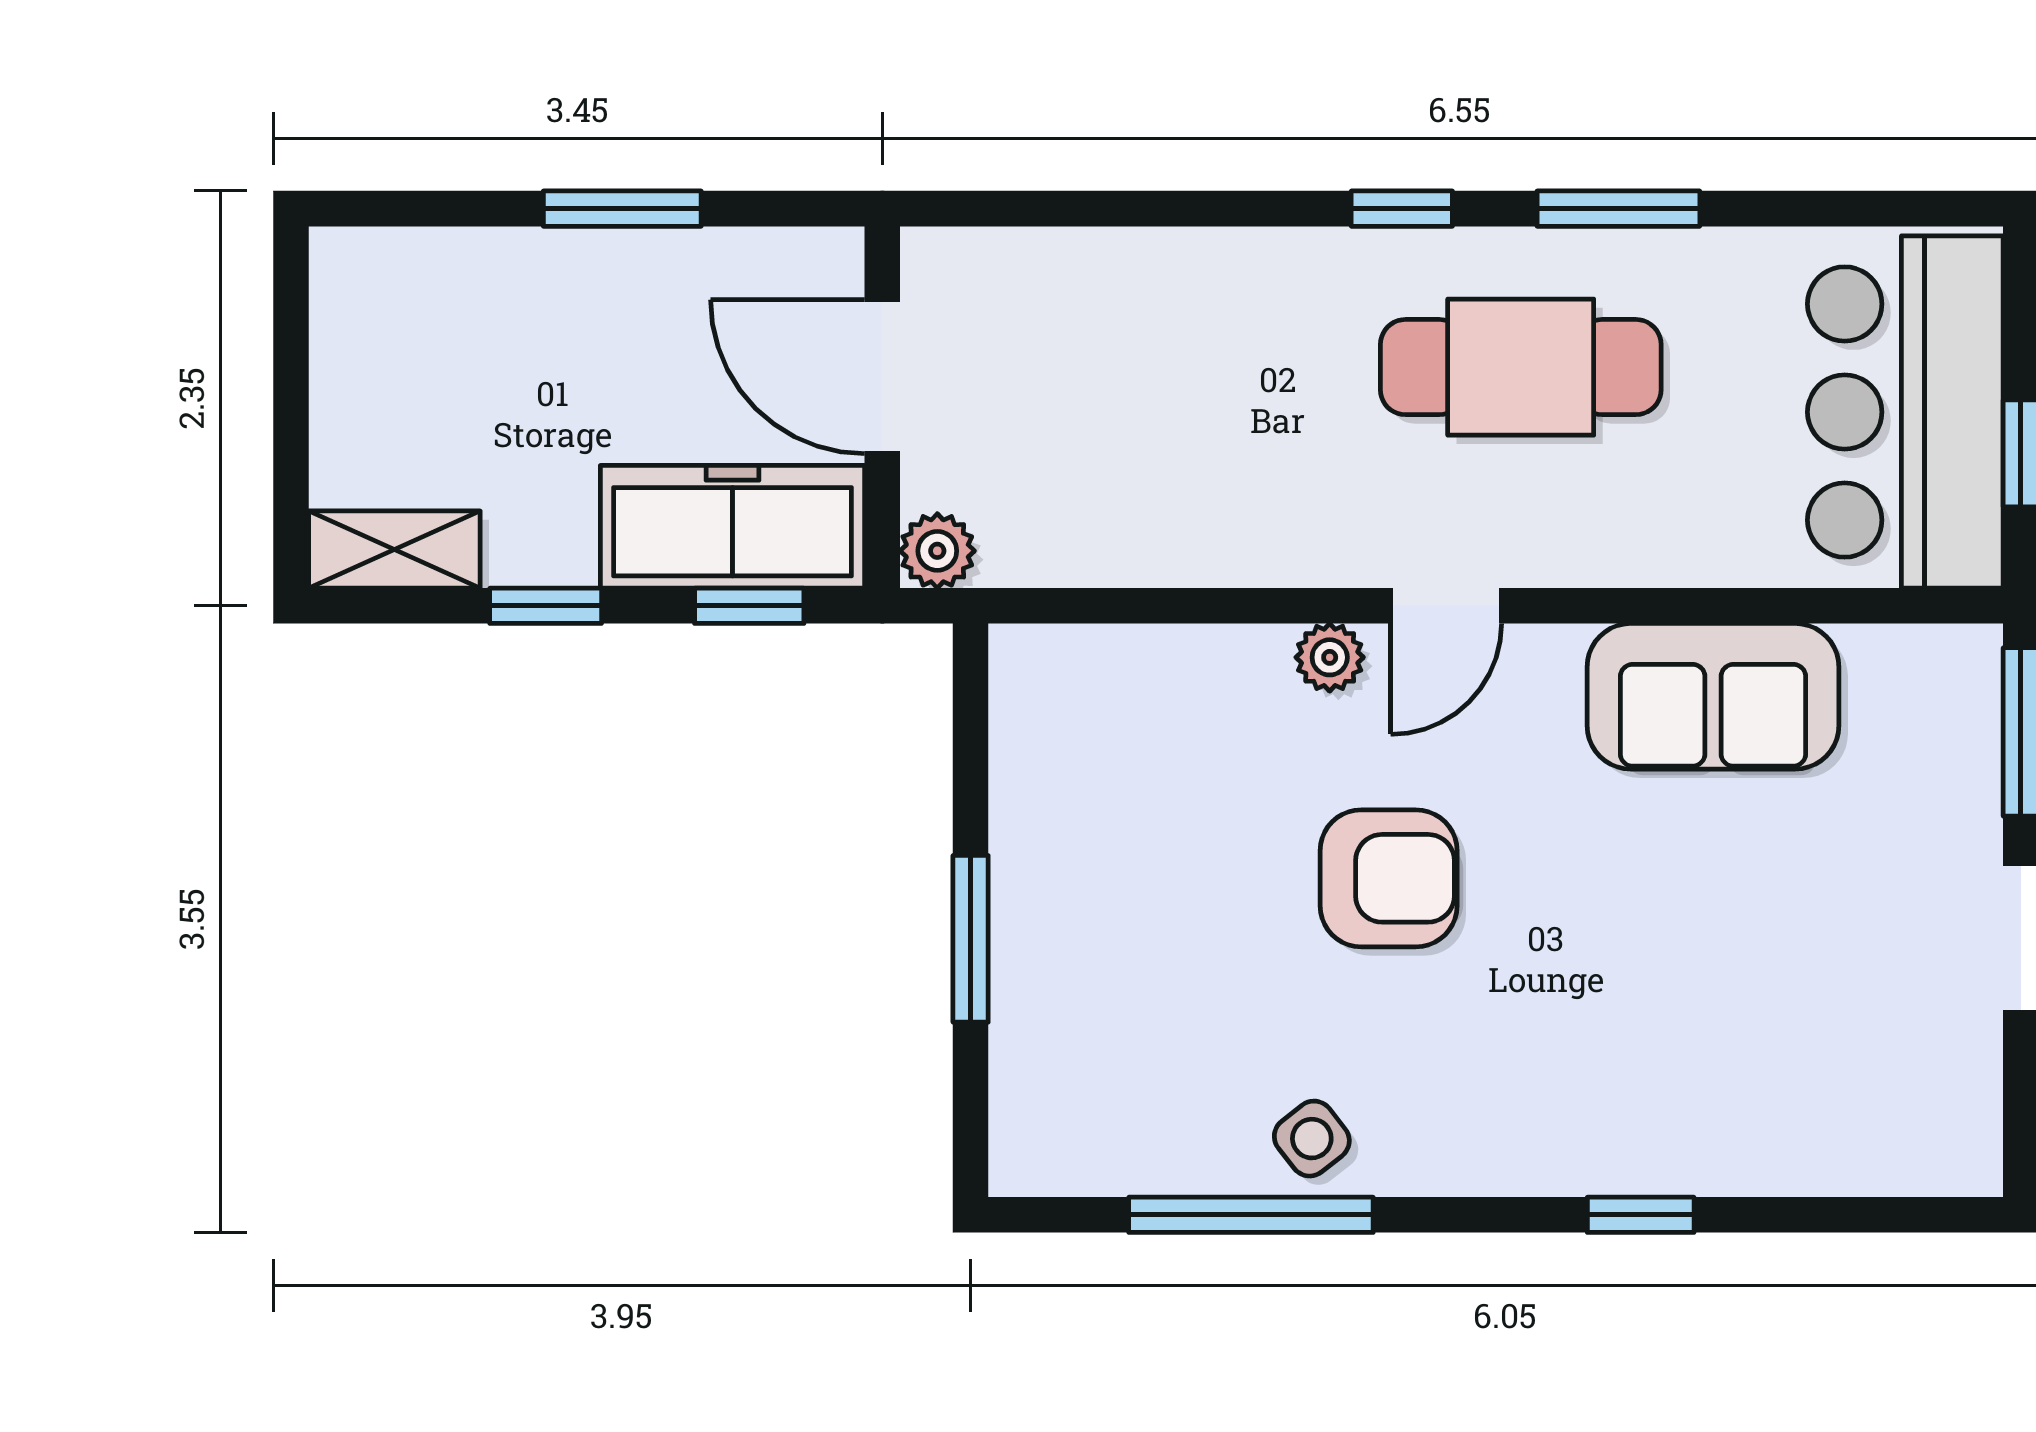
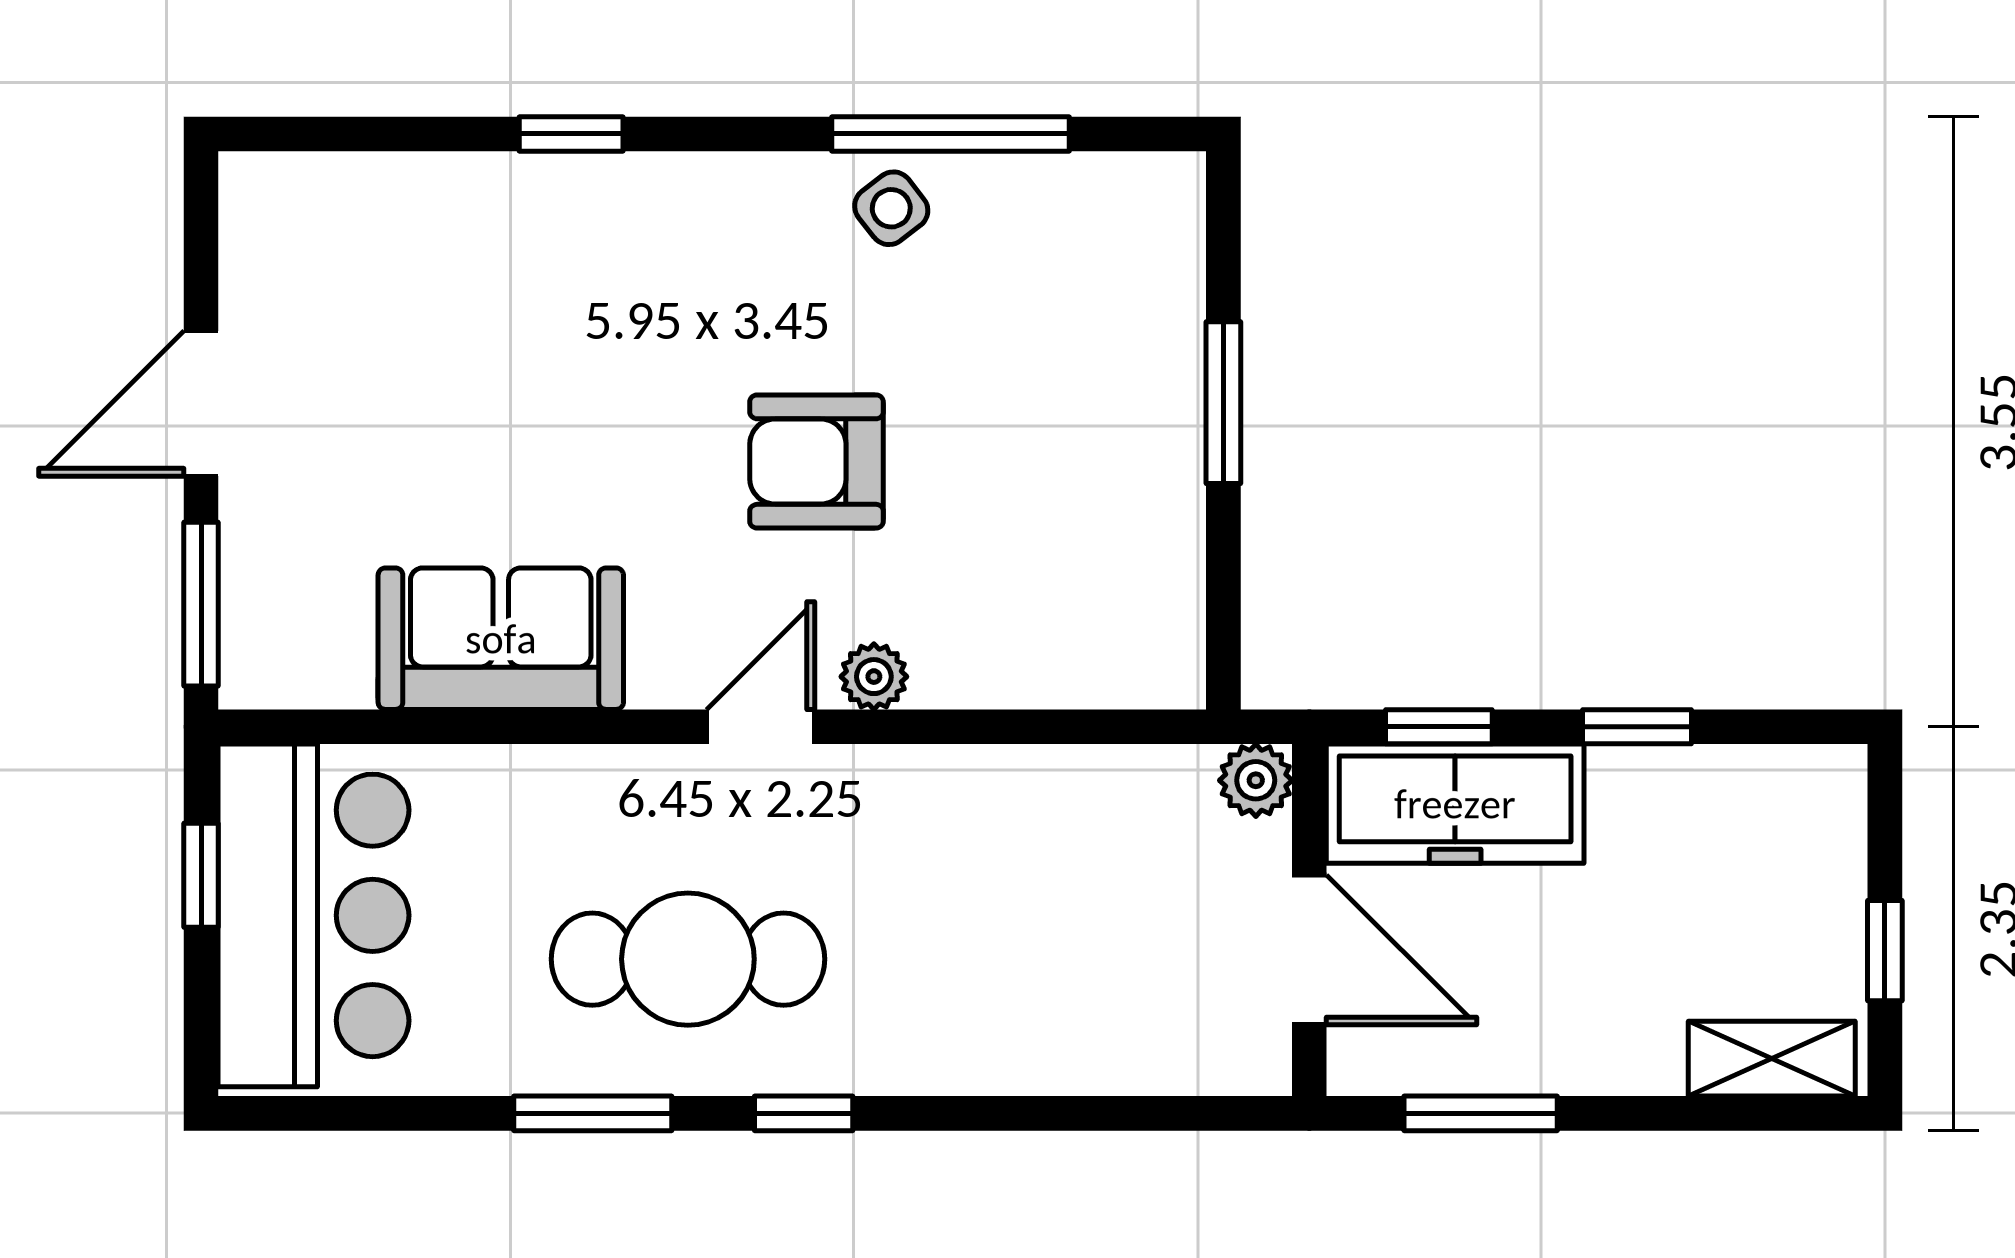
window: (622, 209) -> (1481, 1113), moved
window: (291, 376) -> (1885, 951), added
shelving: (394, 550) -> (1772, 1059), moved

